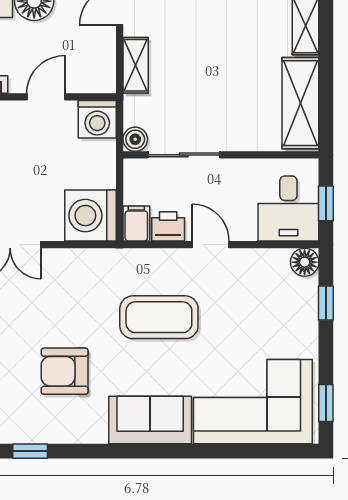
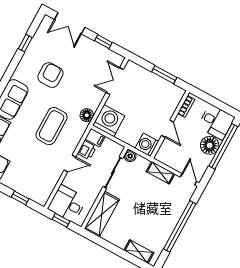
shelving: (300, 103) -> (102, 214), moved, turned 90
floor lamp: (305, 262) -> (87, 115), moved

